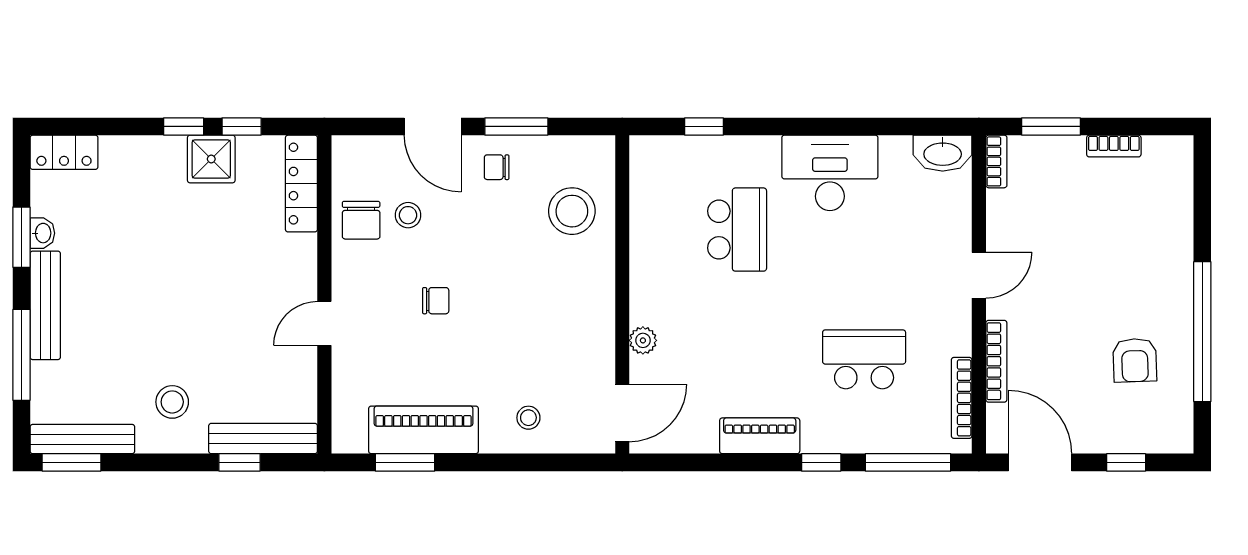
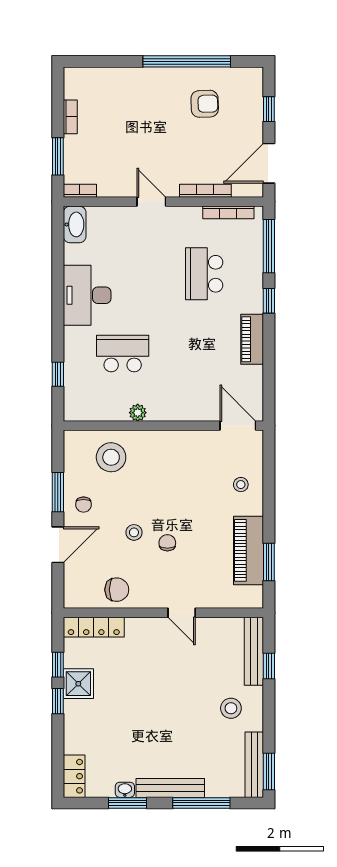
stool: (408, 215) -> (134, 532), moved
plant: (643, 340) -> (138, 413), moved

